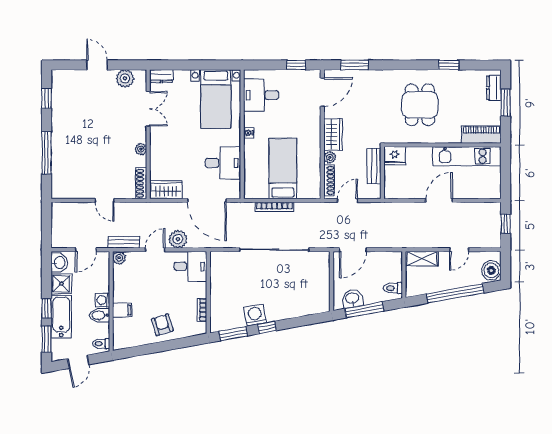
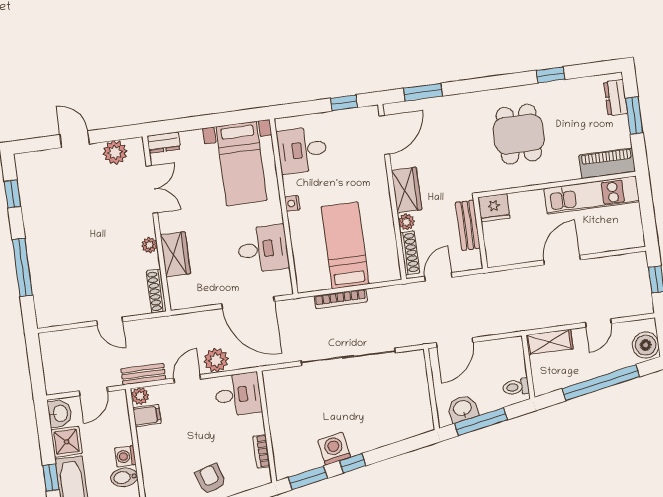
wardrobe: (166, 190) -> (175, 254), moved, turned 90
filing cabinet: (122, 310) -> (147, 416), moved

